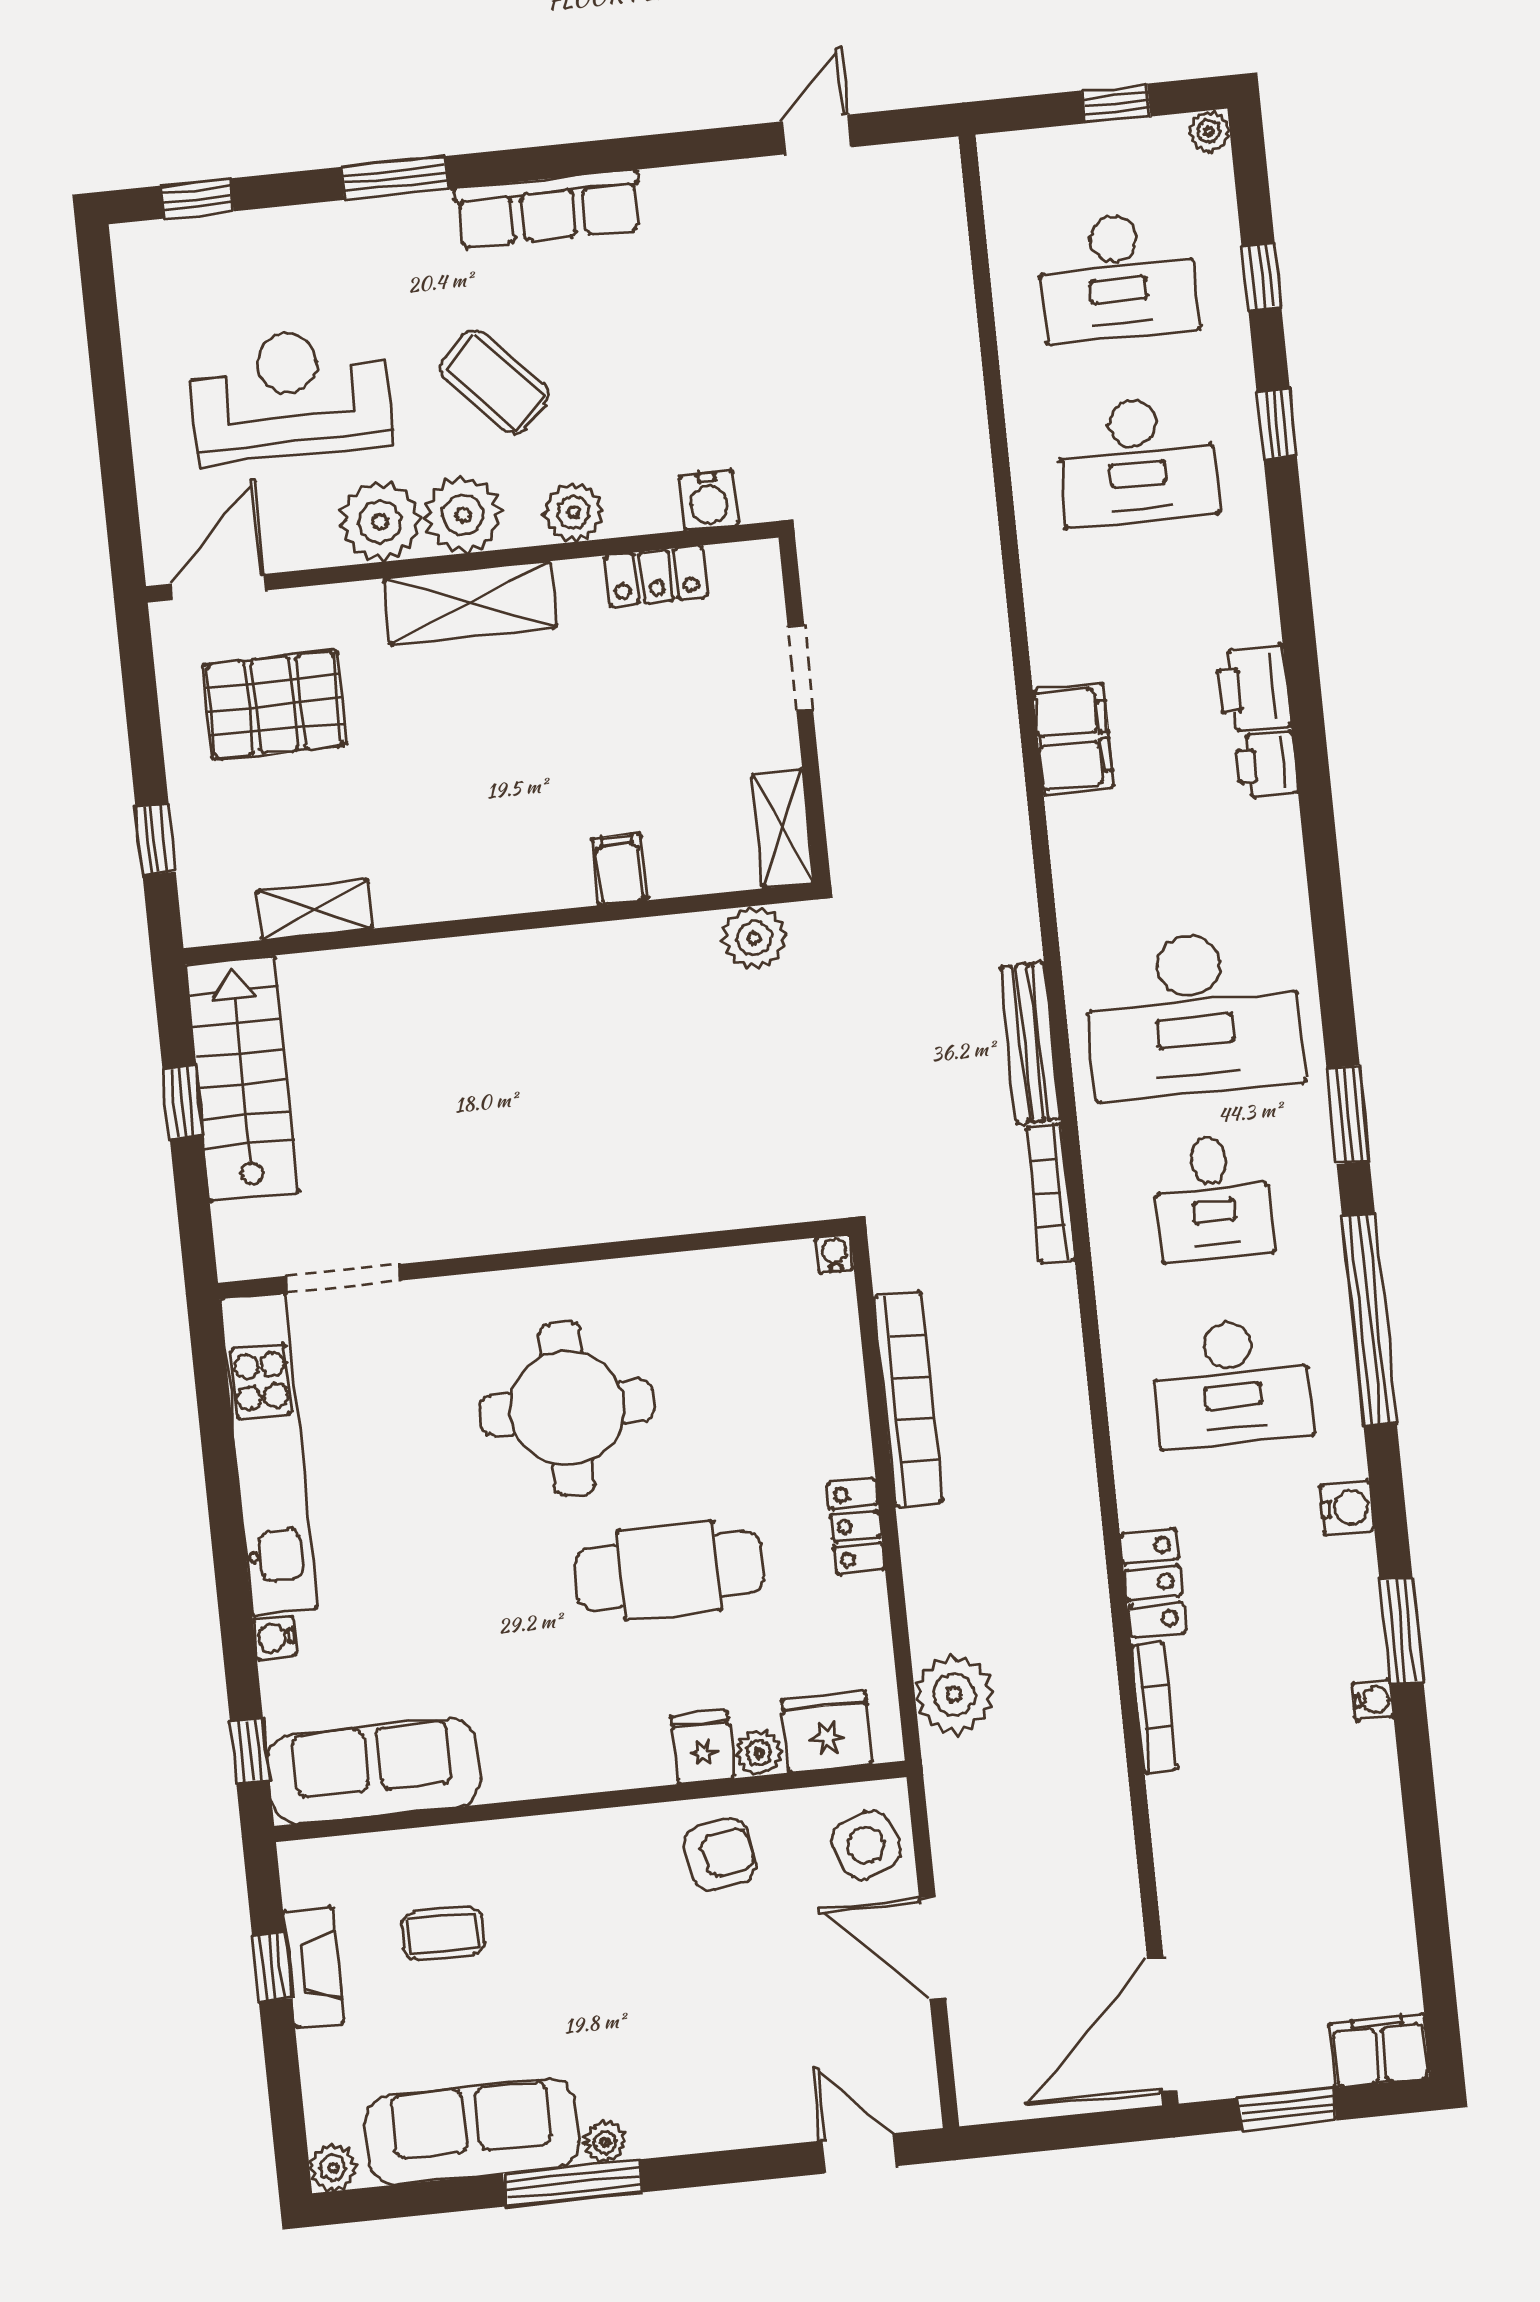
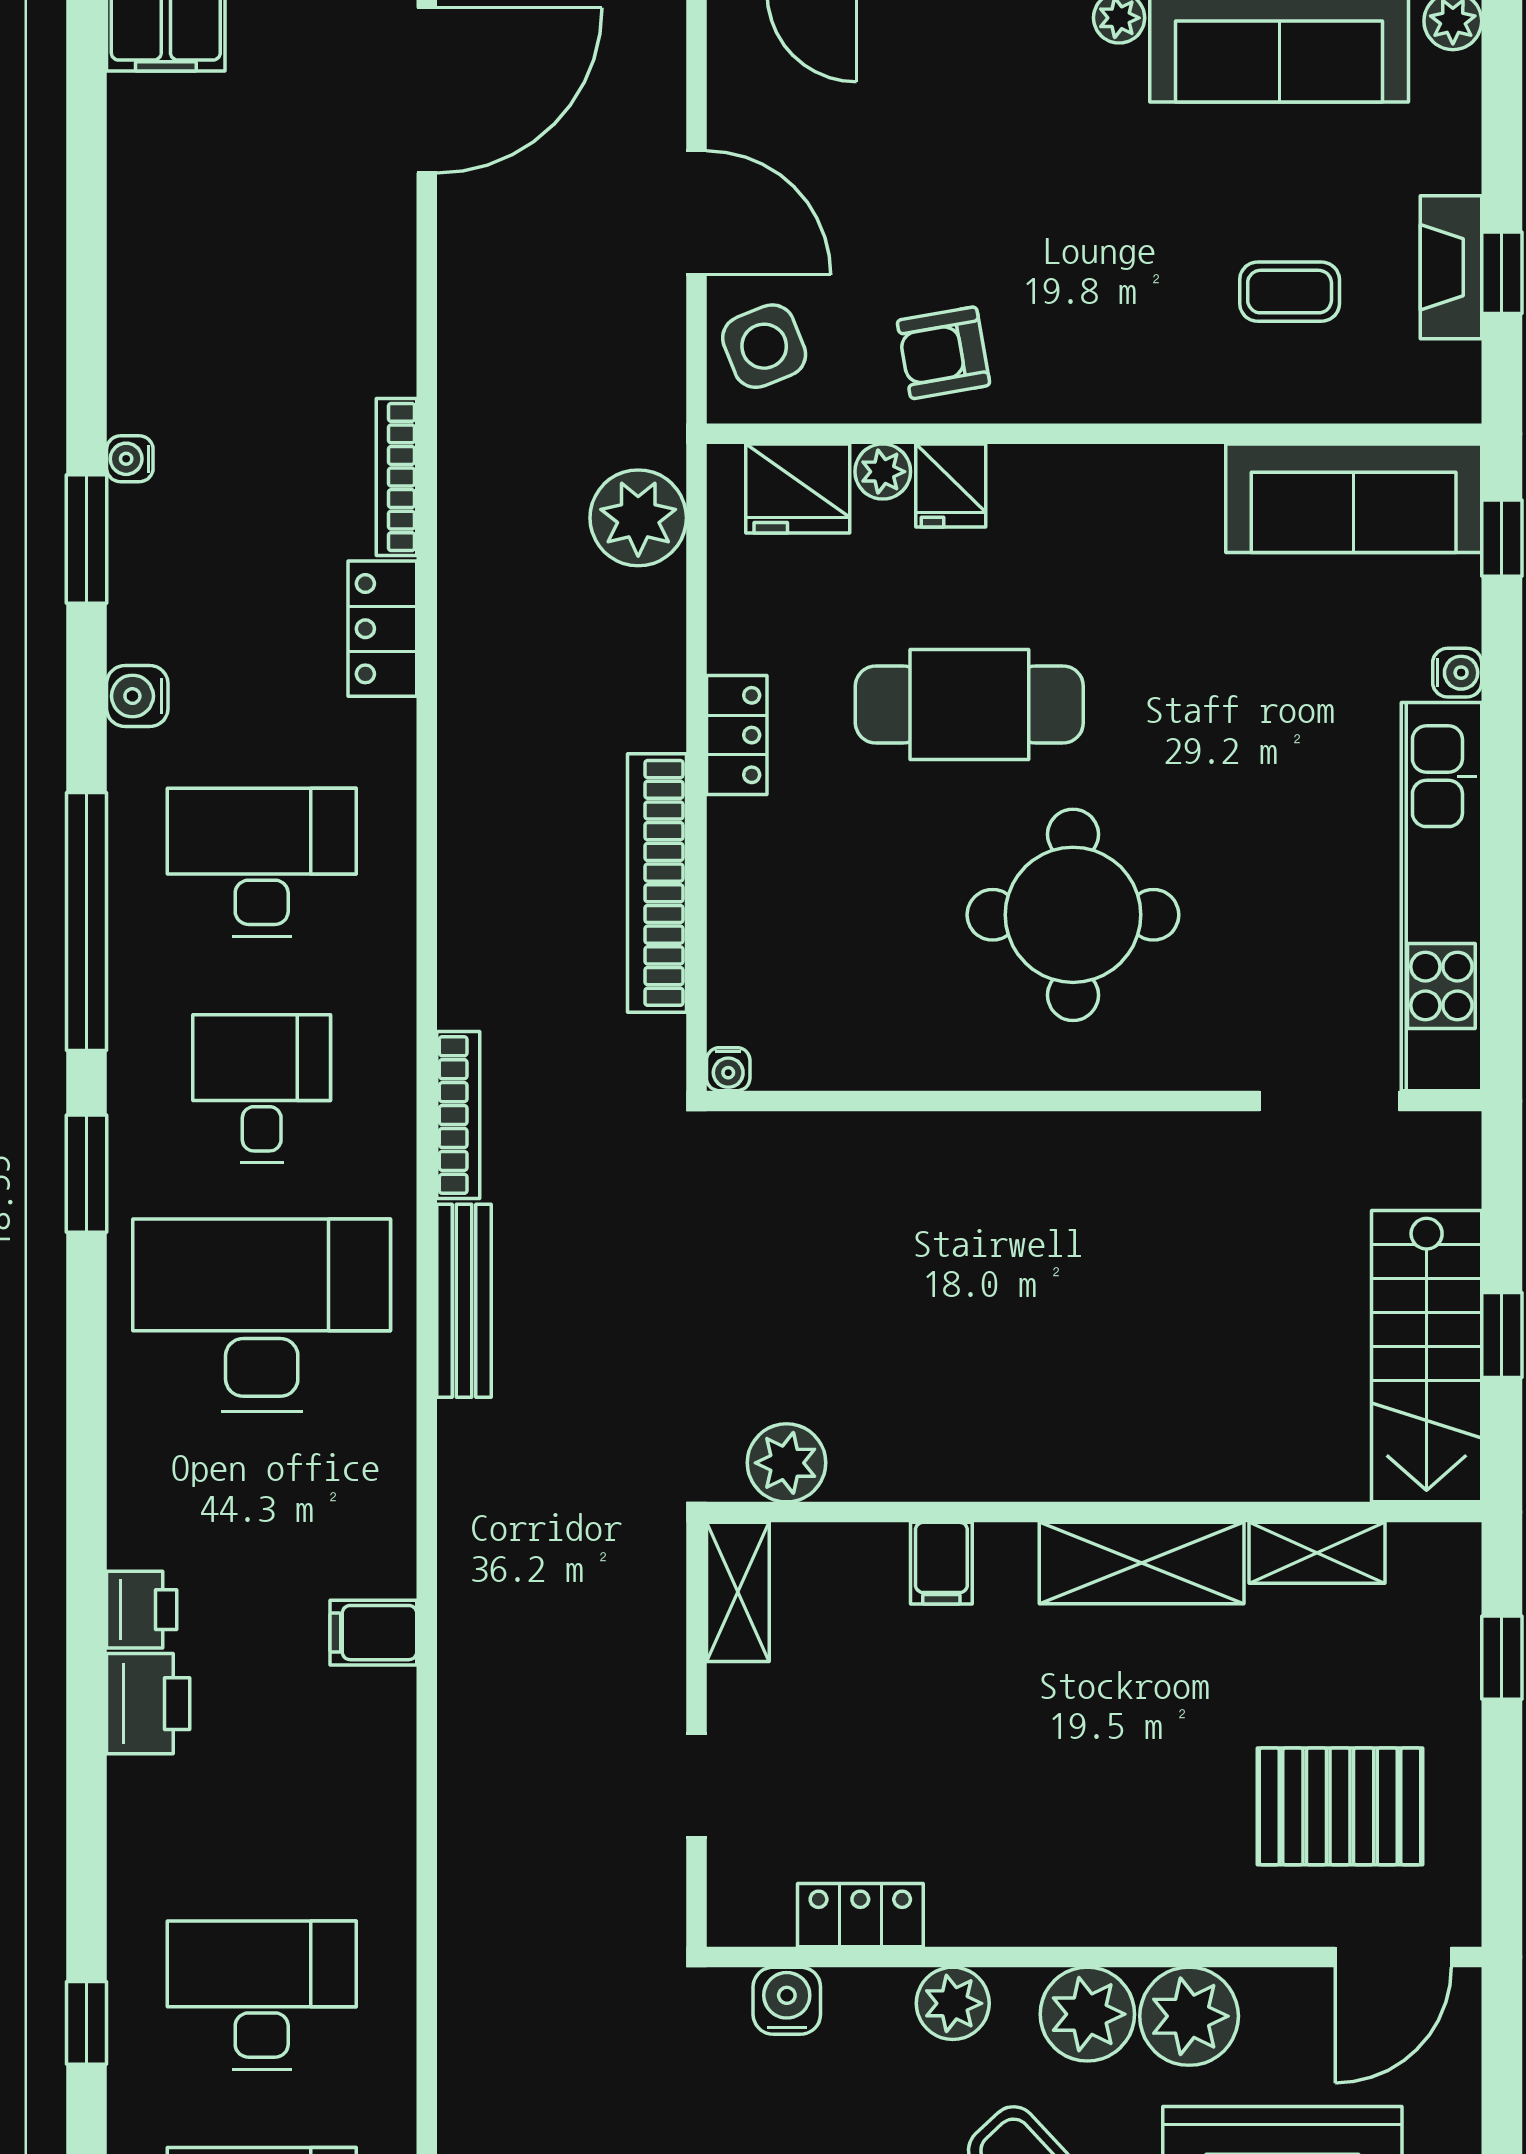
shelving: (470, 603) -> (1142, 1563), moved
filing cabinet: (1073, 739) -> (373, 1633), width x0.50

